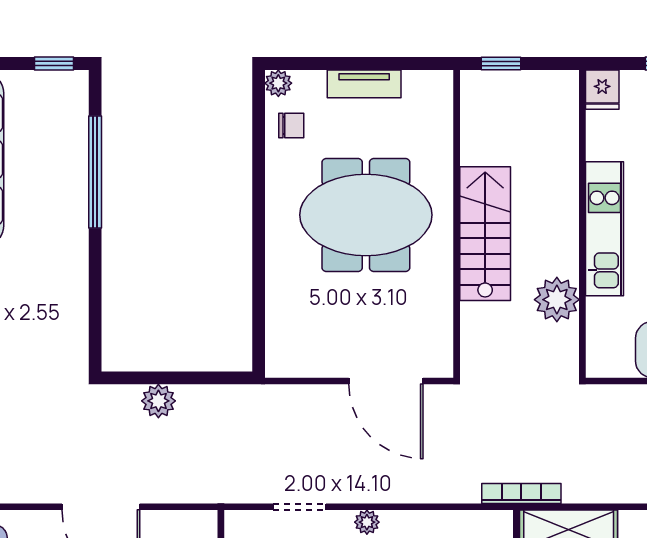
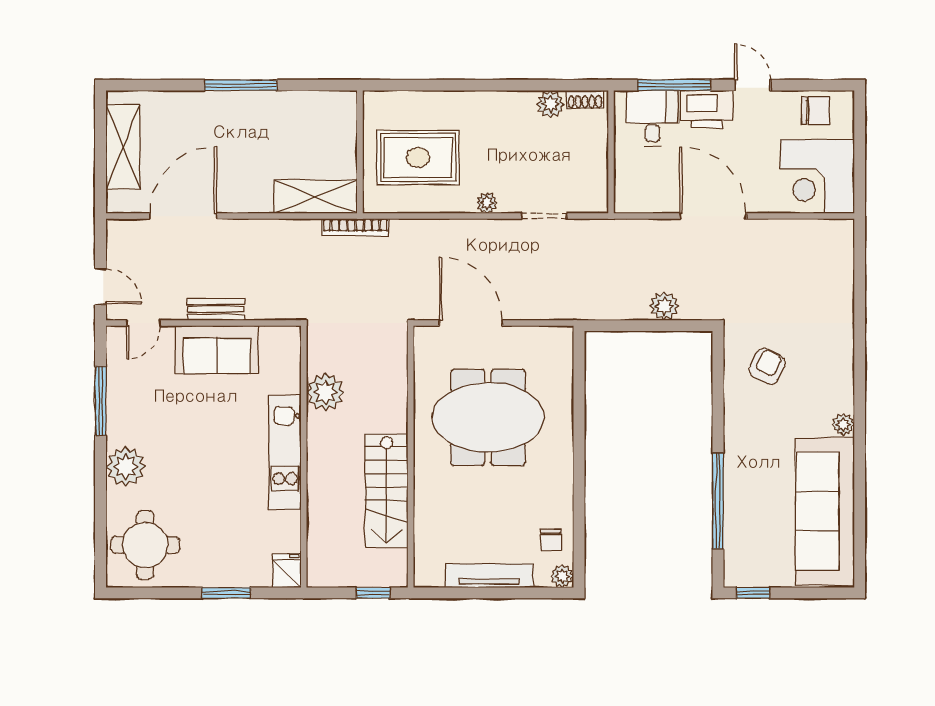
tv unit: (364, 84) -> (489, 576), width x1.41
chair: (291, 125) -> (551, 540), turned -90
meeting table: (366, 215) -> (488, 417), moved
stairs: (485, 234) -> (386, 491), moved
armchair: (37, 330) -> (767, 366), added

